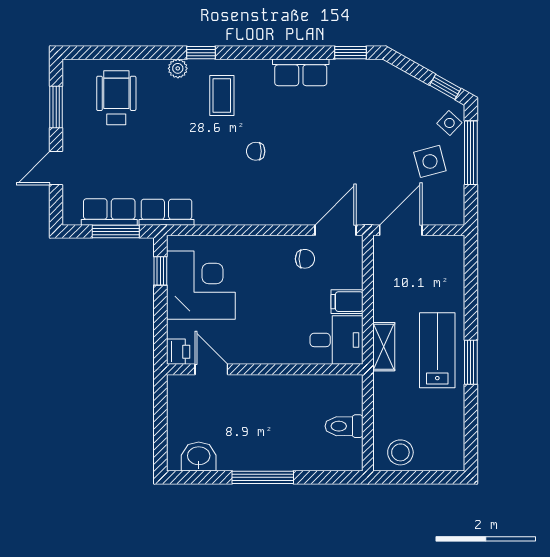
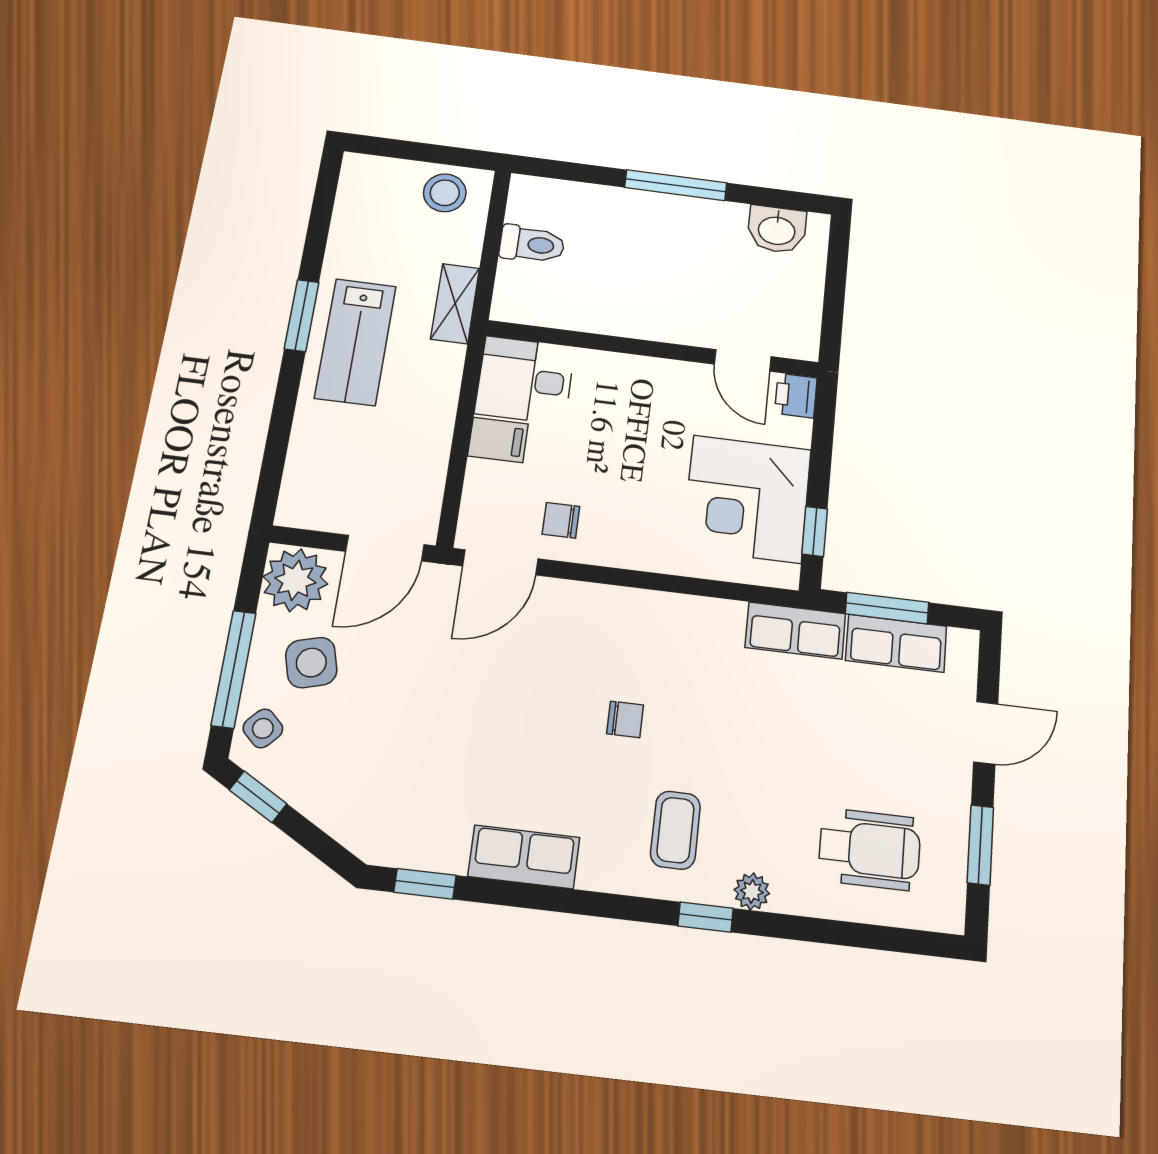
wheelchair: (116, 98) -> (869, 849), turned -90
plant: (447, 206) -> (295, 580), added
shelving: (384, 347) -> (455, 304), moved

